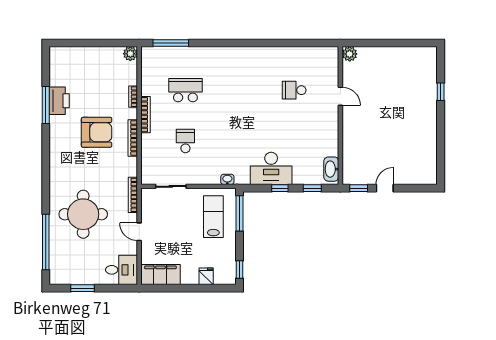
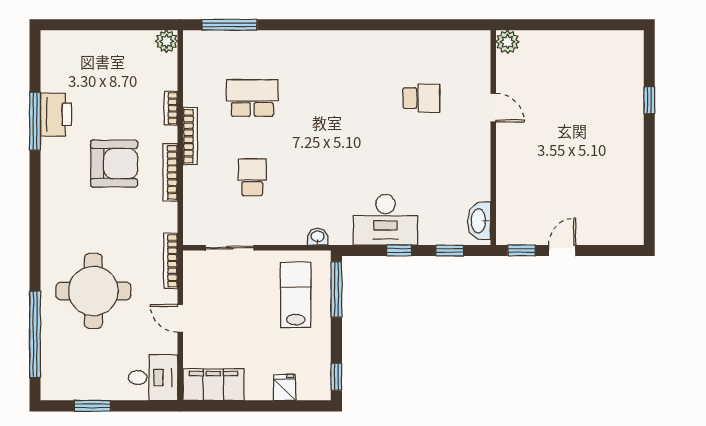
school desk: (294, 90) -> (421, 98), turned 180

